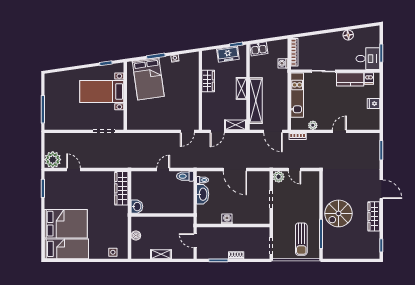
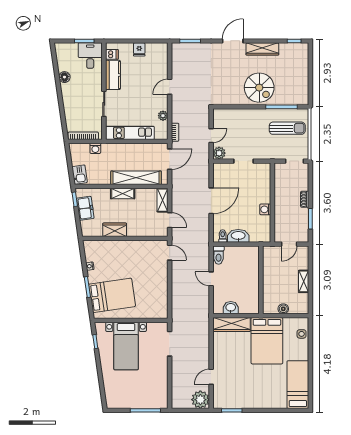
door: (339, 131) -> (170, 87), hinge flipped
washbasin: (137, 207) -> (231, 308), moved
bed: (66, 224) -> (267, 341), moved, turned 180

